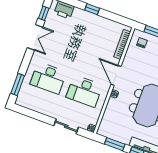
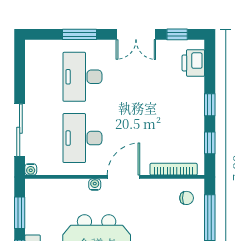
window: (115, 17) -> (210, 143), added
window: (18, 84) -> (80, 34), moved
sliding door: (66, 126) -> (20, 130), width x1.37

